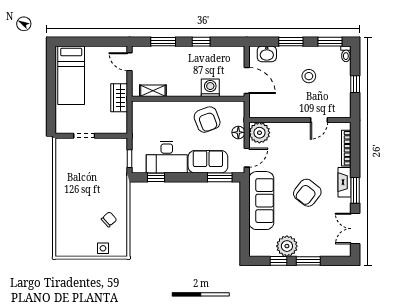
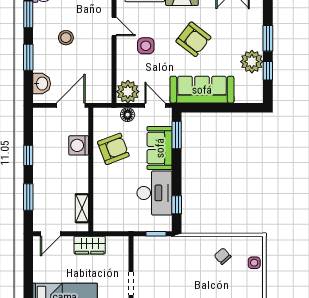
side table: (301, 149) -> (146, 46), added

